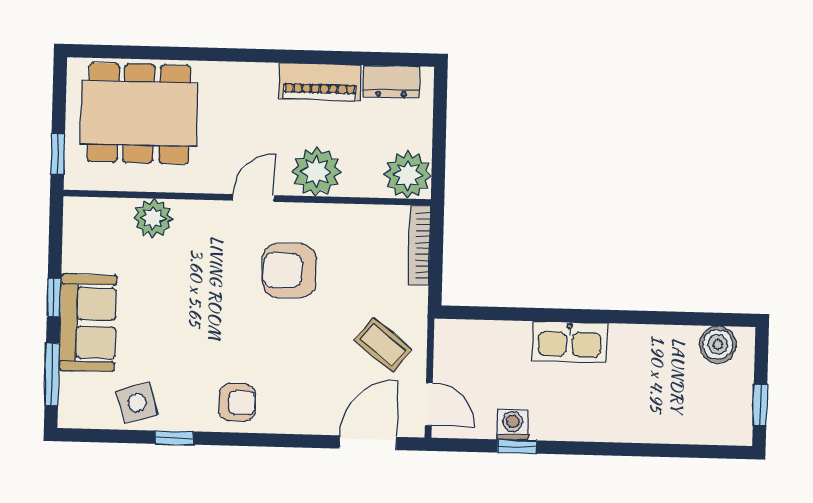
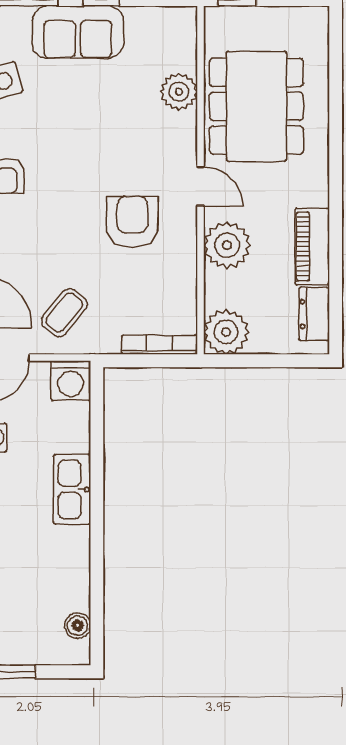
dining table: (139, 113) -> (256, 106), moved
washing machine: (455, 340) -> (71, 381), added
boiler: (718, 344) -> (78, 626), width x0.73, depth x0.73

